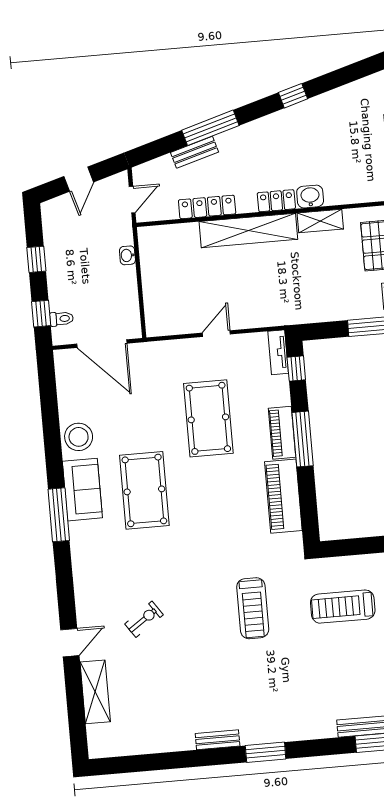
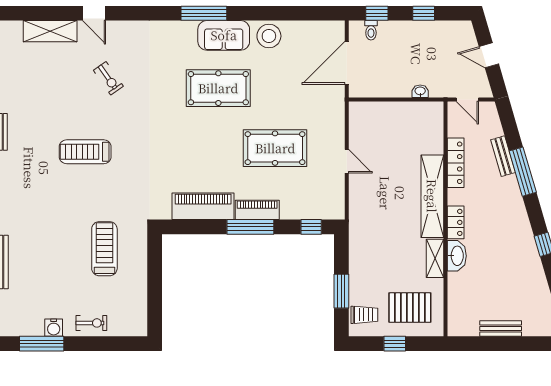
washbasin: (310, 197) -> (457, 256), width x1.38
tv unit: (278, 352) -> (326, 213), removed
treadmill: (253, 608) -> (85, 152), moved

